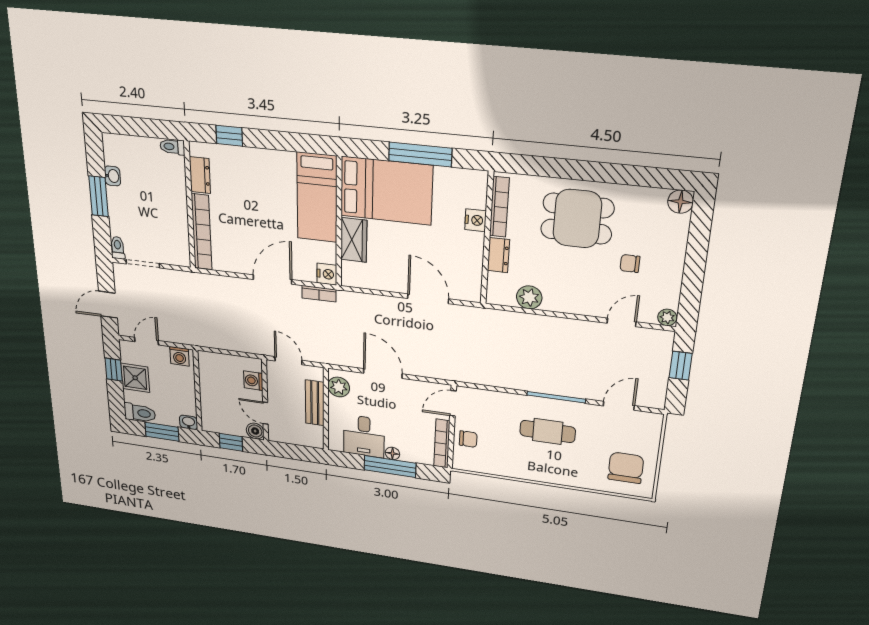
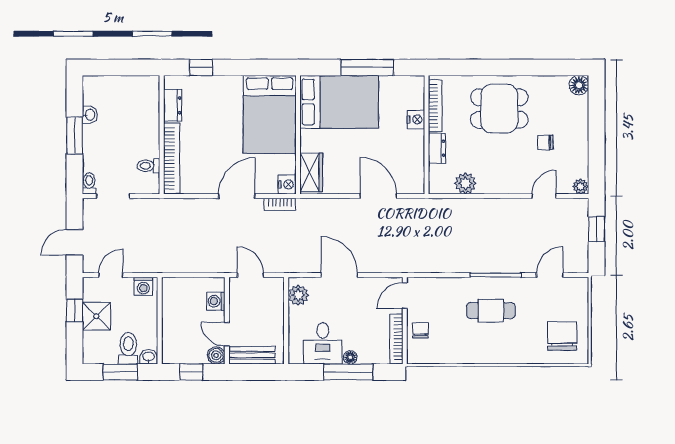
toilet: (172, 147) -> (148, 166), moved
bed: (317, 197) -> (270, 114), width x1.50
wardrobe: (354, 240) -> (311, 172), moved
bench: (315, 403) -> (252, 355), moved, turned 90
toilet: (140, 413) -> (128, 348), moved, turned -90
chair: (468, 439) -> (420, 330), turned -90

